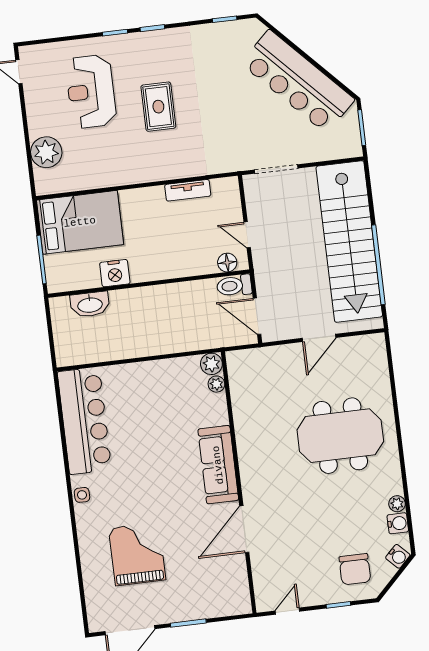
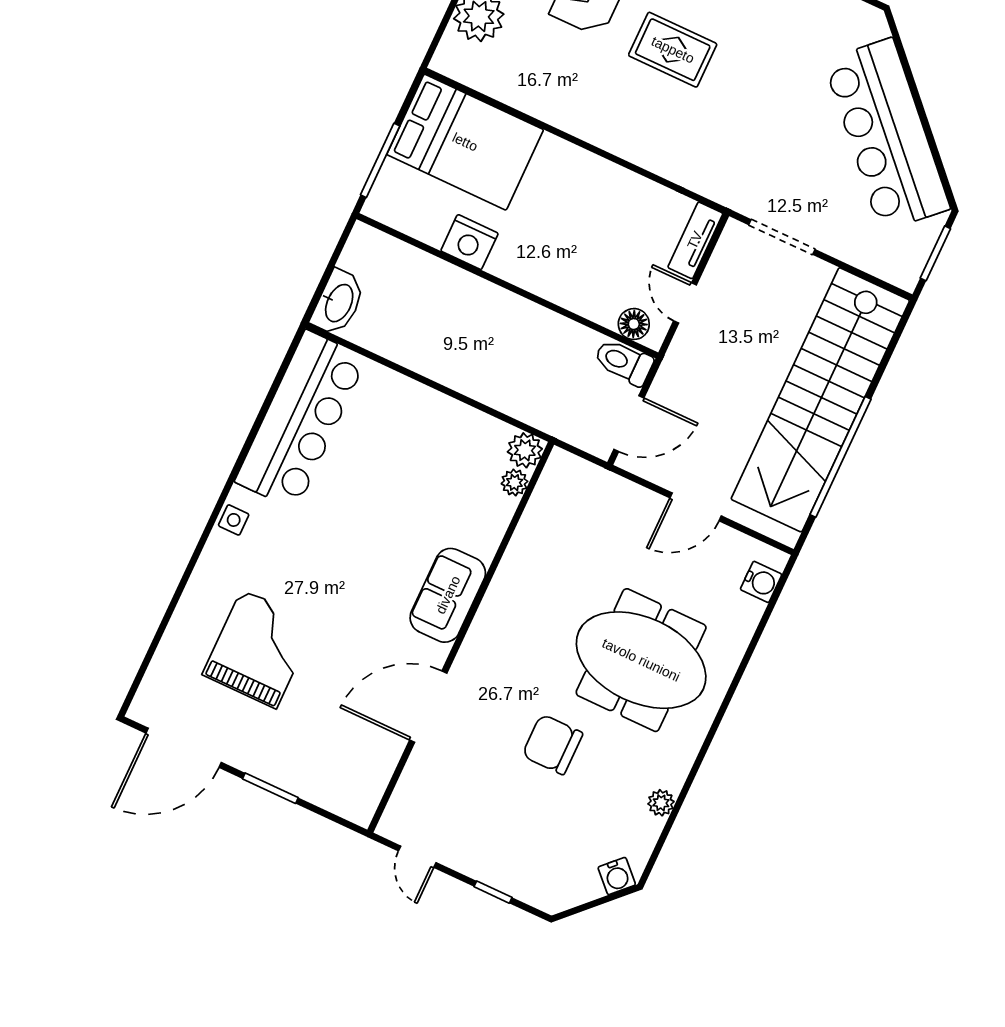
rug: (158, 107) -> (673, 50), turned 90
tv unit: (188, 190) -> (695, 240), moved, turned 90
washbasin: (90, 304) -> (338, 303), moved, turned -90
door: (257, 316) -> (629, 424), swing flipped
sofa: (218, 465) -> (448, 595), width x0.73
water cooler: (398, 523) -> (761, 582), moved
chair: (355, 569) -> (552, 744), moved, turned 90
door: (287, 611) -> (417, 857), swing flipped

